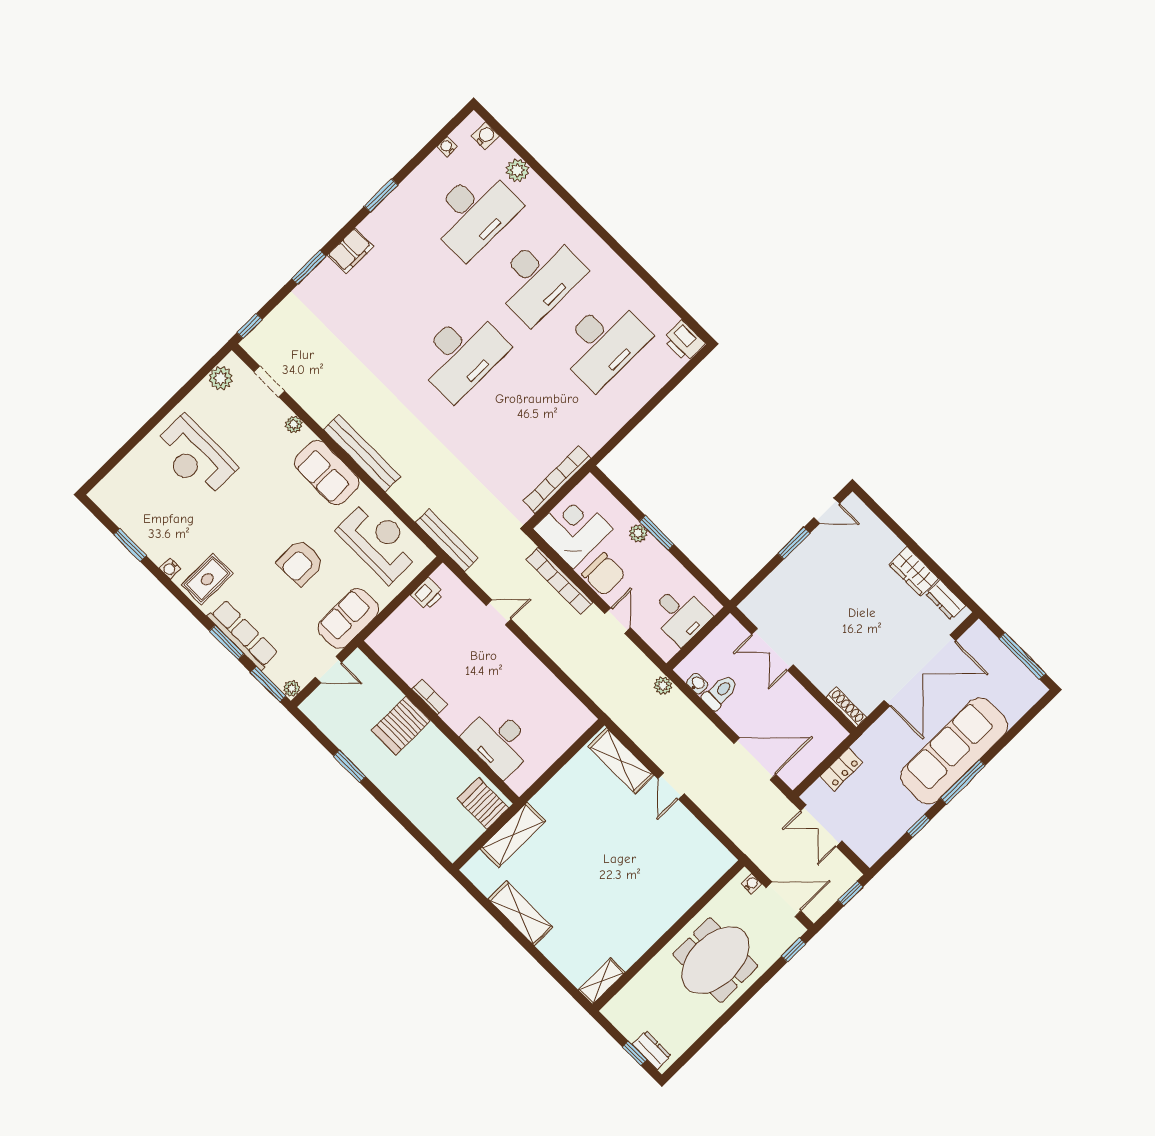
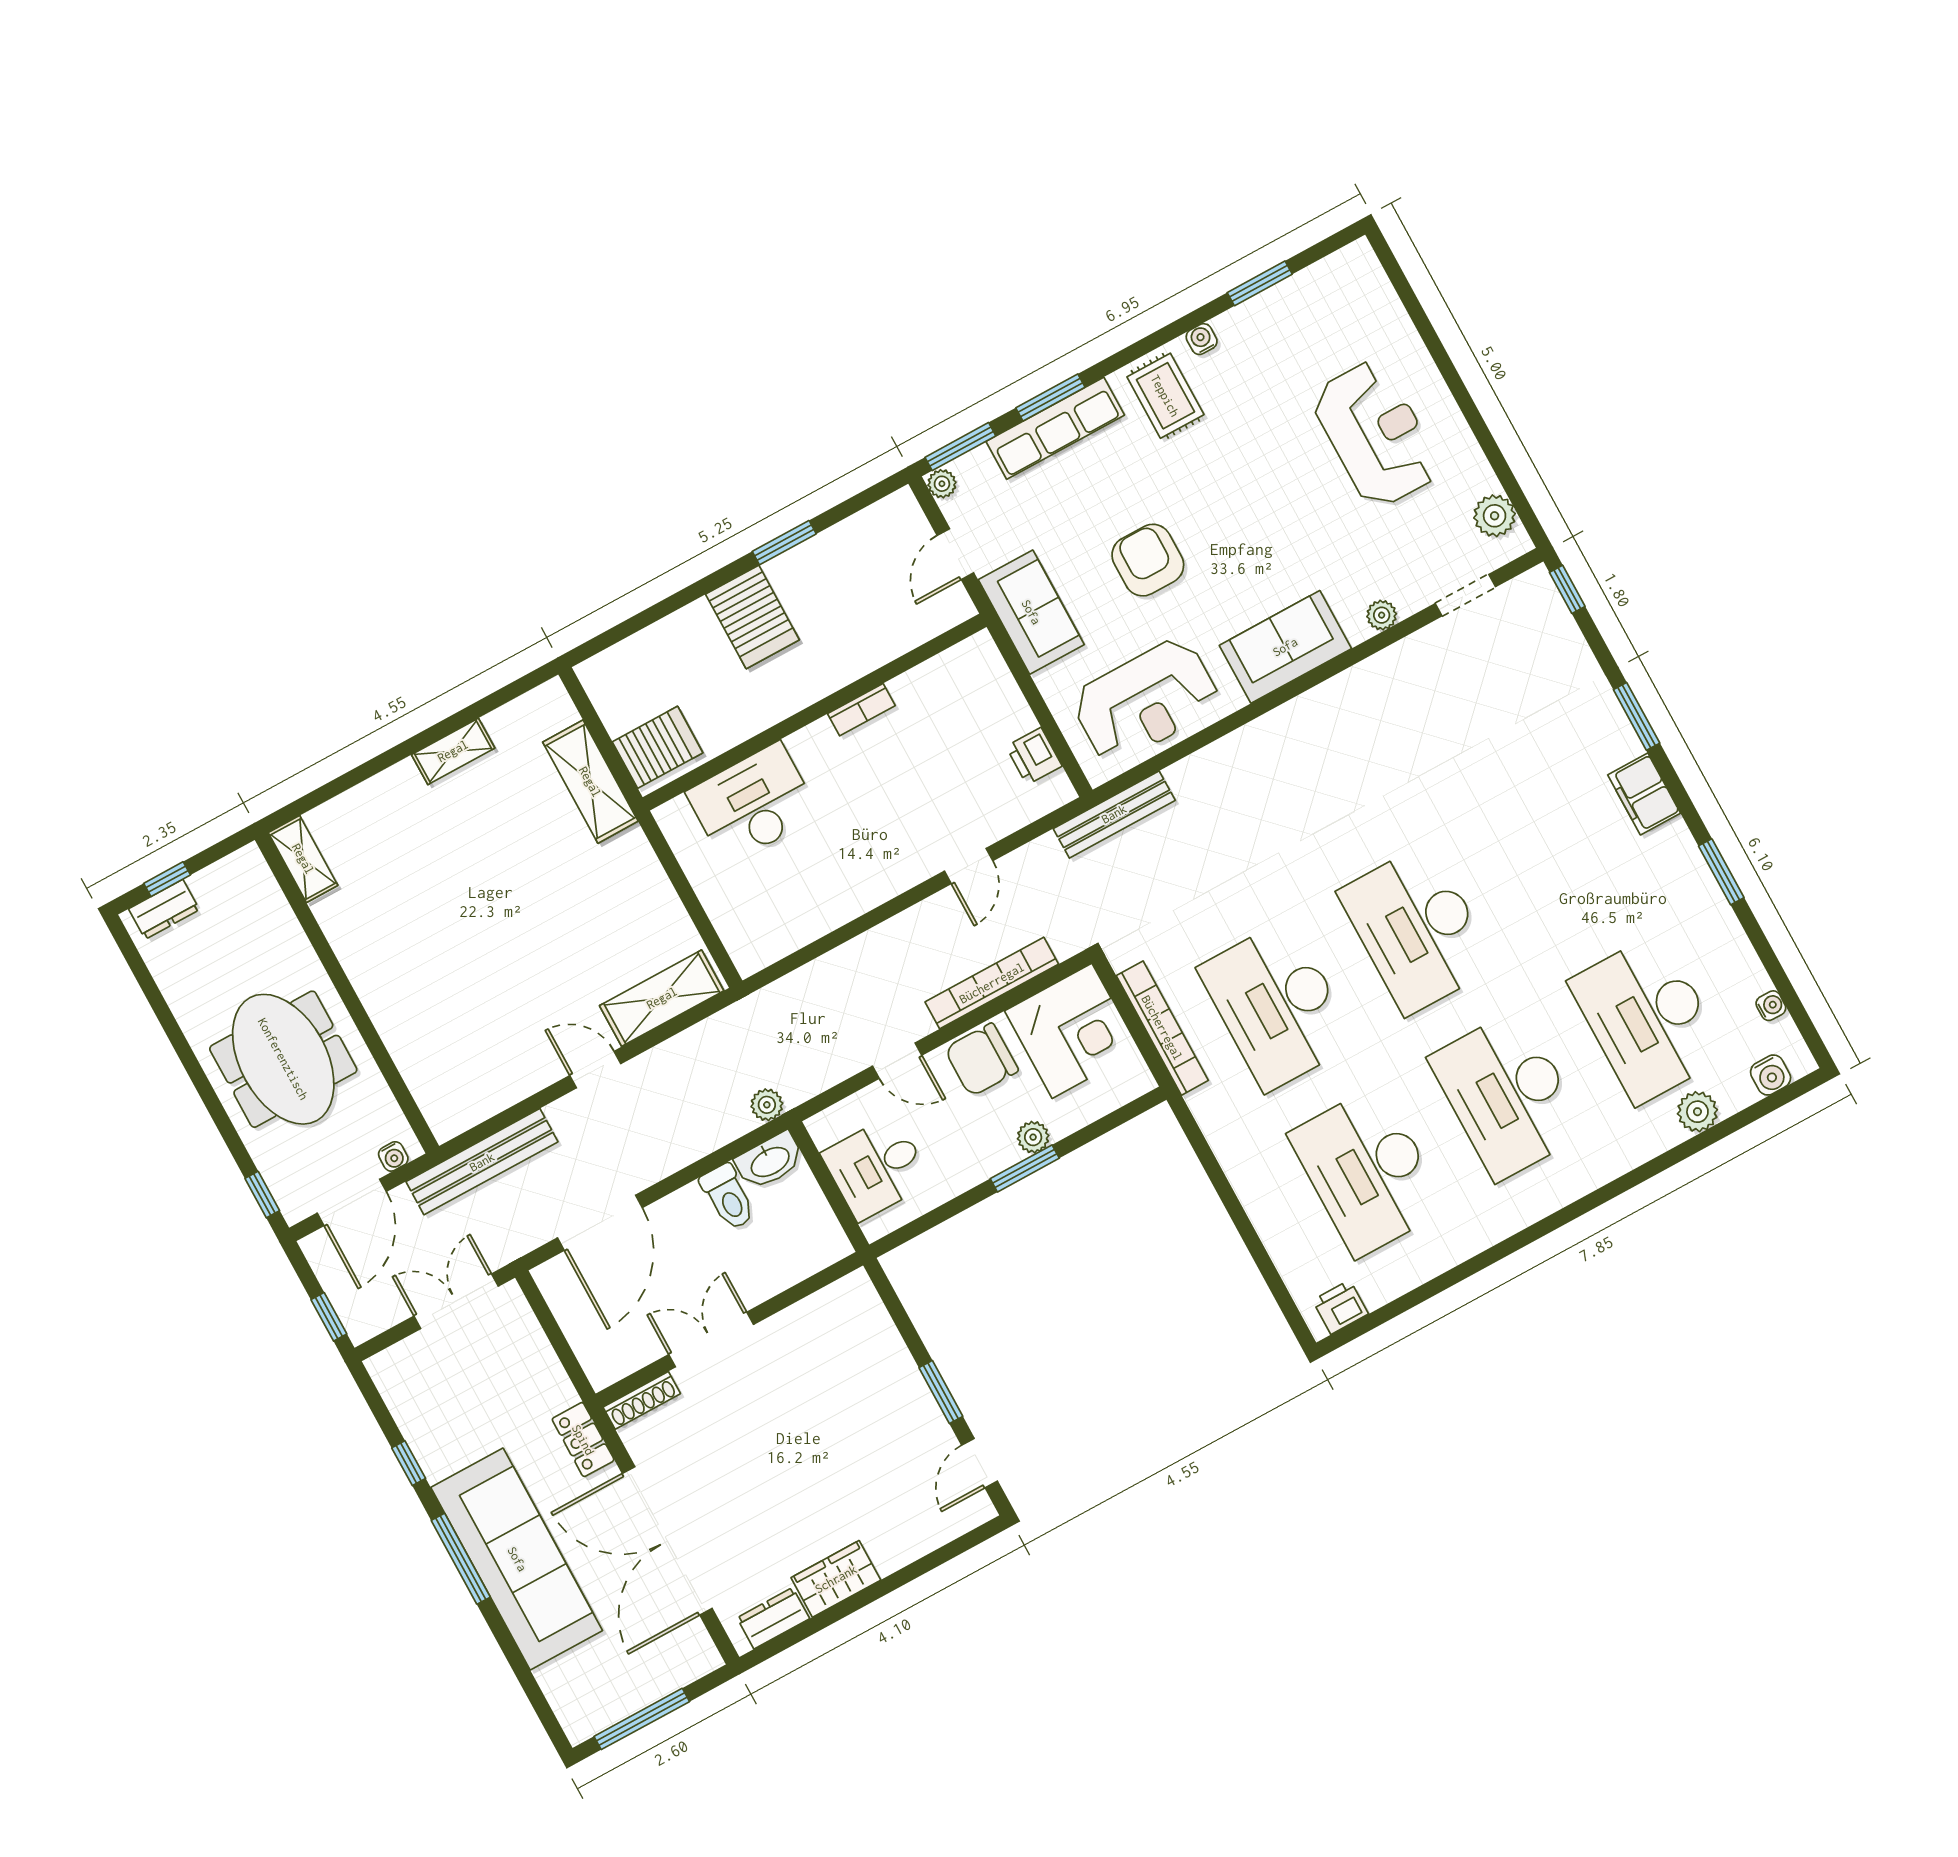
printer: (684, 341) -> (1340, 1307), width x0.73, depth x0.81
desk: (526, 420) -> (1277, 1005), added
bench: (362, 453) -> (482, 1162), moved
reception desk: (194, 457) -> (1376, 434), turned 90
double door: (772, 649) -> (711, 1339), moved
washbasin: (697, 684) -> (770, 1161), width x1.91, depth x1.45
server rack: (401, 726) -> (752, 617), moved, turned 180
locker: (841, 769) -> (583, 1440), moved
shelving: (520, 913) -> (453, 751), width x0.67, depth x0.75

